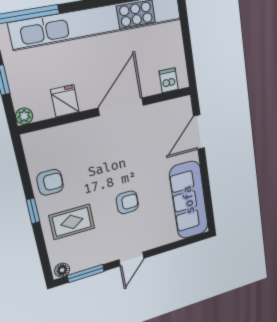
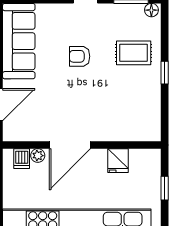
plant: (24, 116) -> (38, 156), moved
armchair: (50, 182) -> (145, 94), removed

